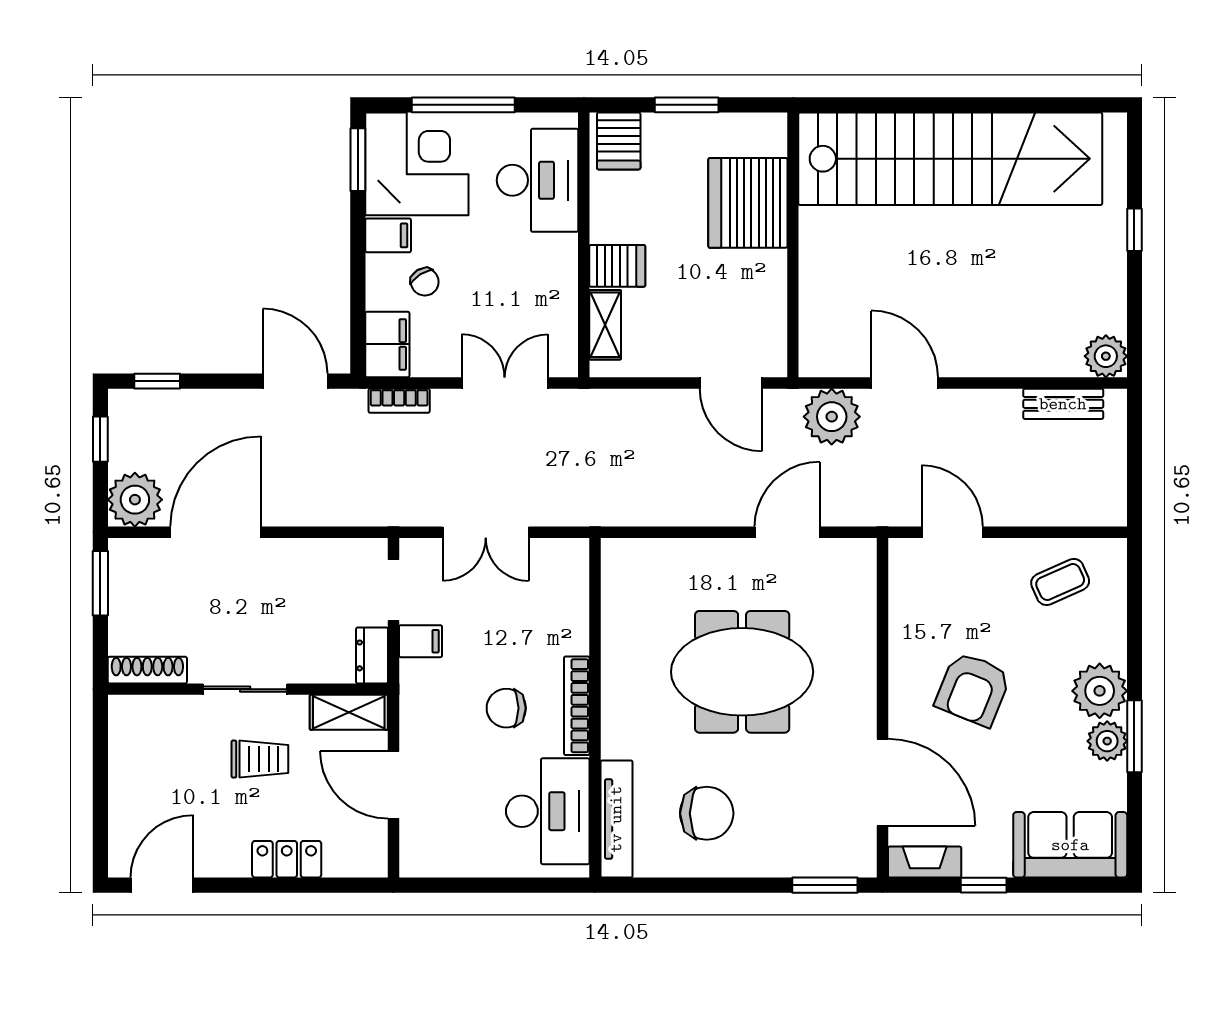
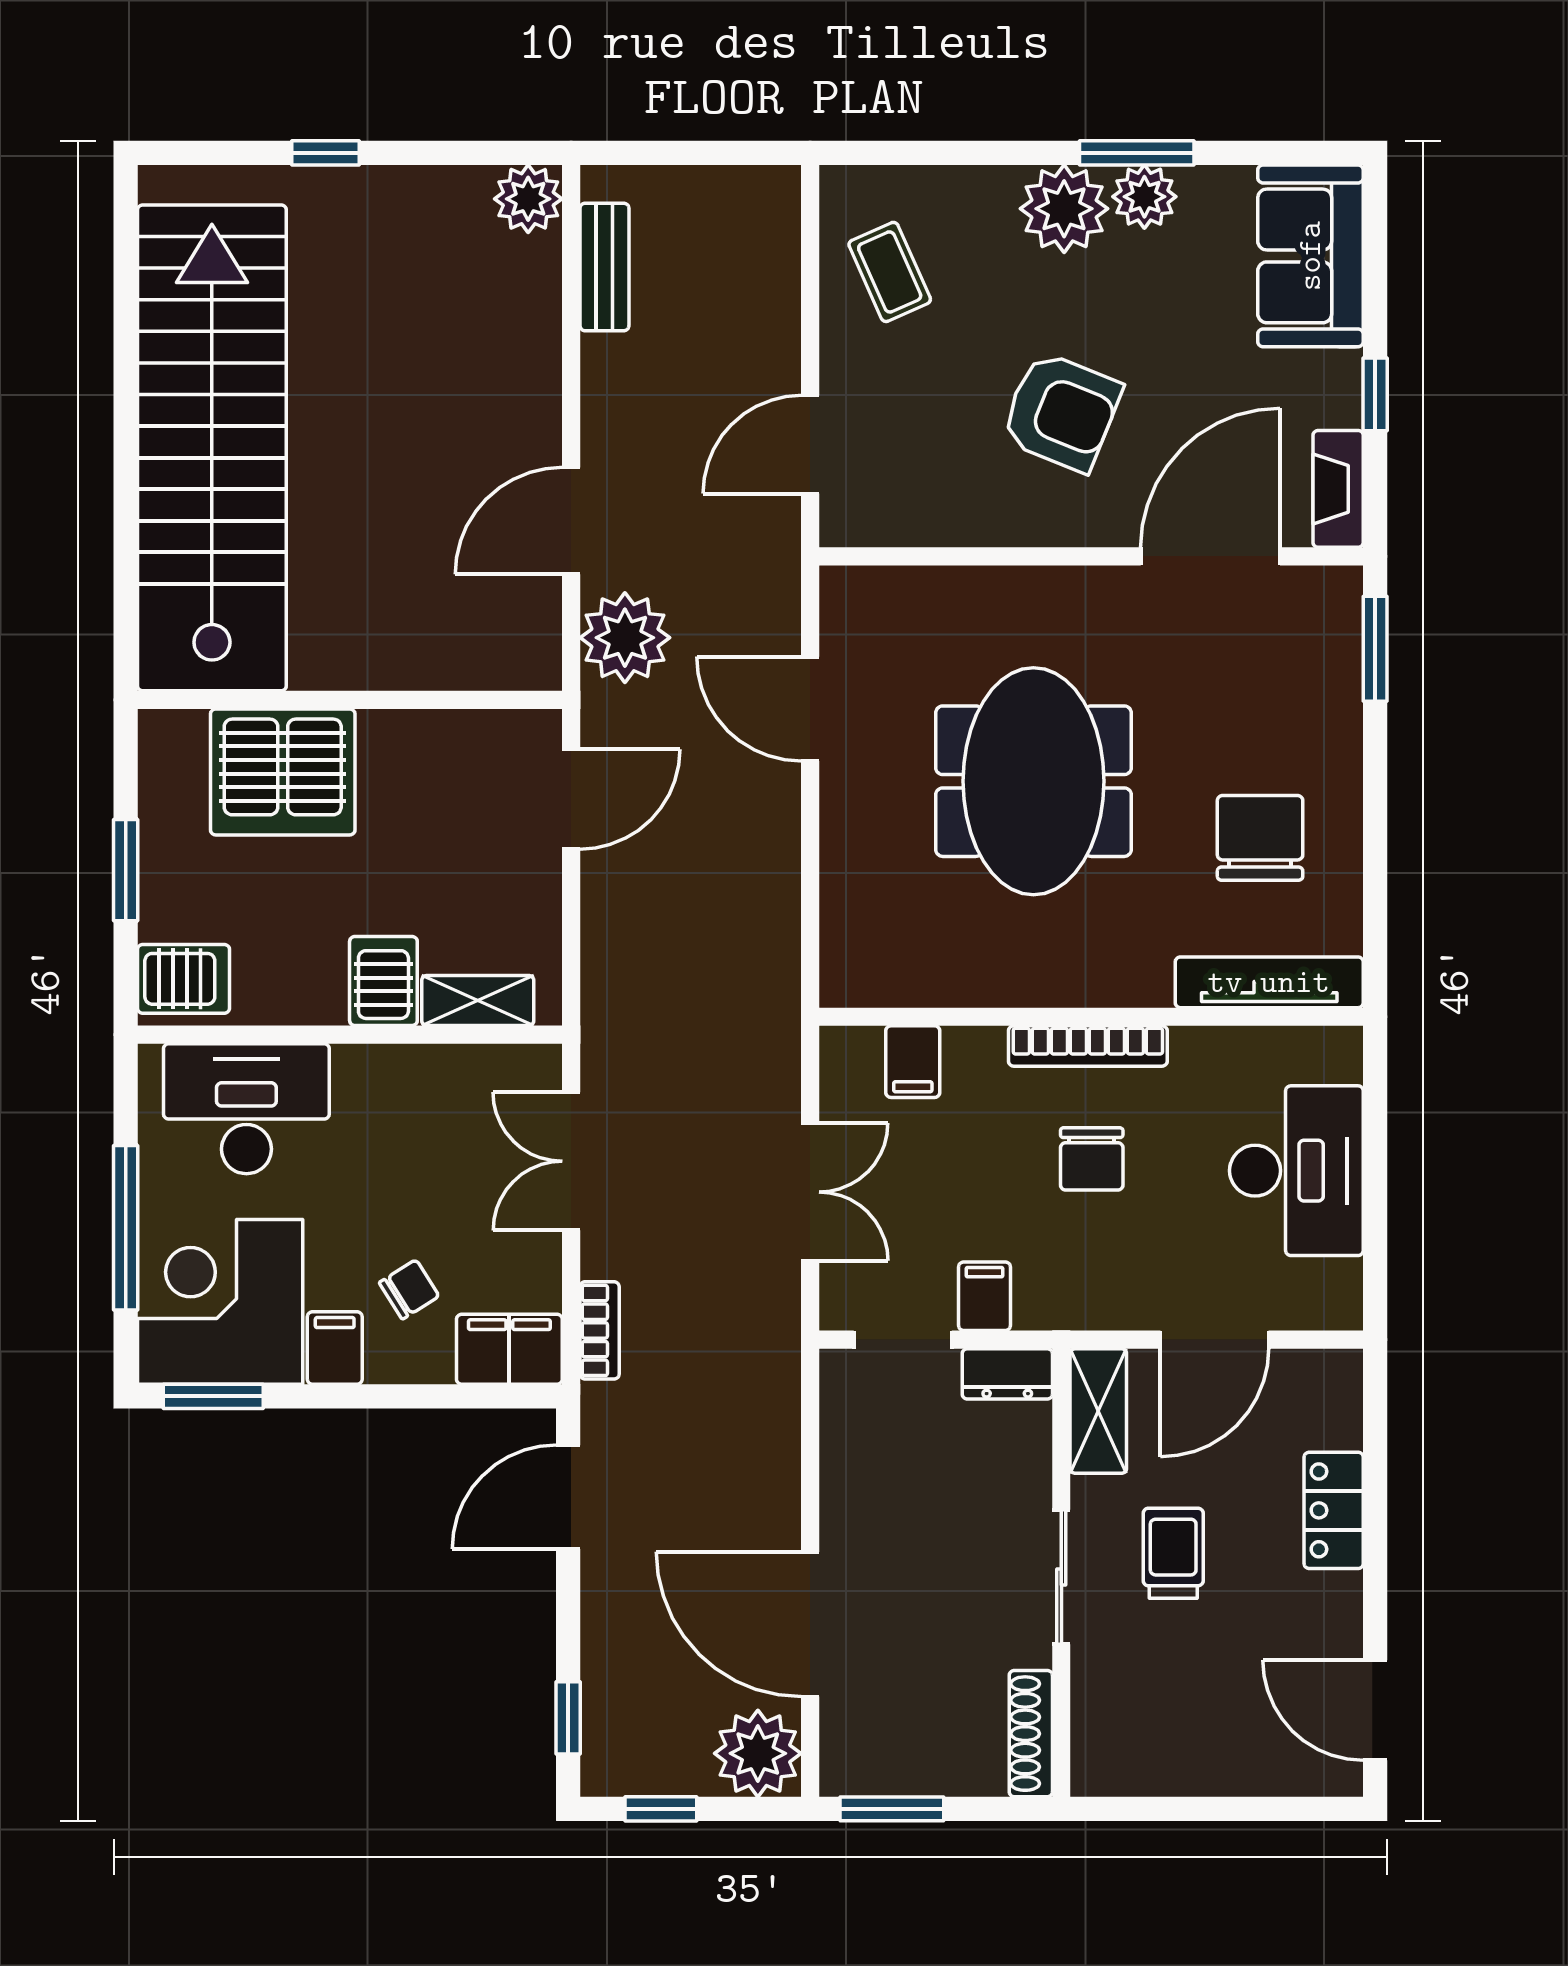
filing cabinet: (567, 596) -> (913, 1062), added
desk: (548, 811) -> (1296, 1171), moved, turned 90

